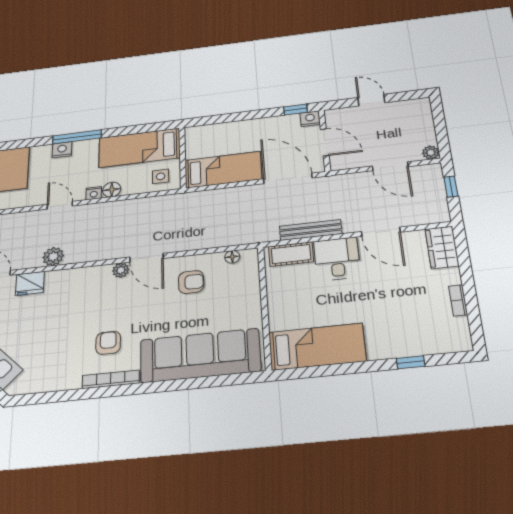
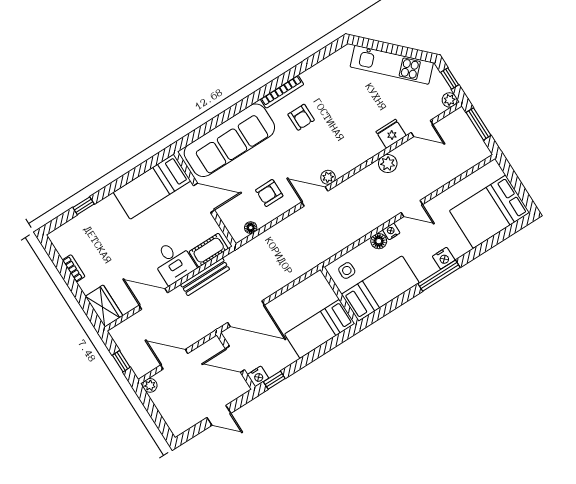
bed: (223, 170) -> (320, 329), moved
door: (265, 308) -> (204, 198), added

